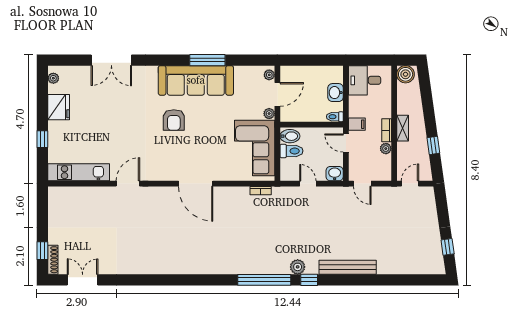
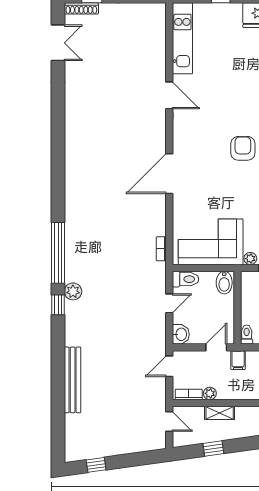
armchair: (174, 120) -> (243, 148), turned 90
shelving: (403, 128) -> (220, 413), moved
bookcase: (387, 130) -> (189, 394), moved
toilet: (291, 151) -> (186, 279), moved, turned -90
bench: (348, 267) -> (73, 380), moved

